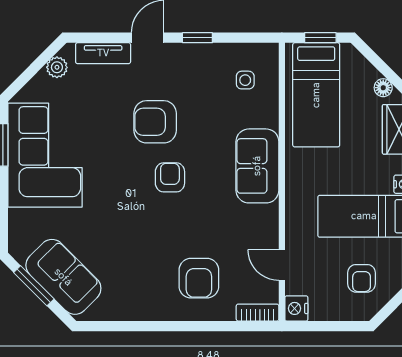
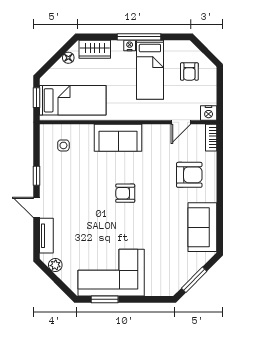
armchair: (155, 122) -> (90, 203), removed
sofa: (63, 277) -> (202, 227), moved, turned -45
armchair: (362, 278) -> (189, 72), turned 90

